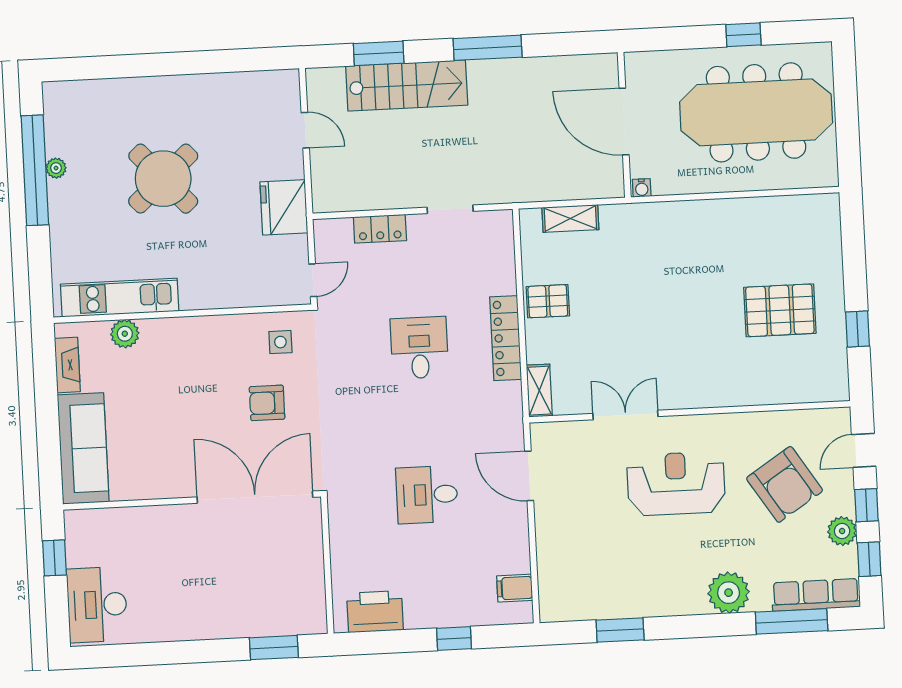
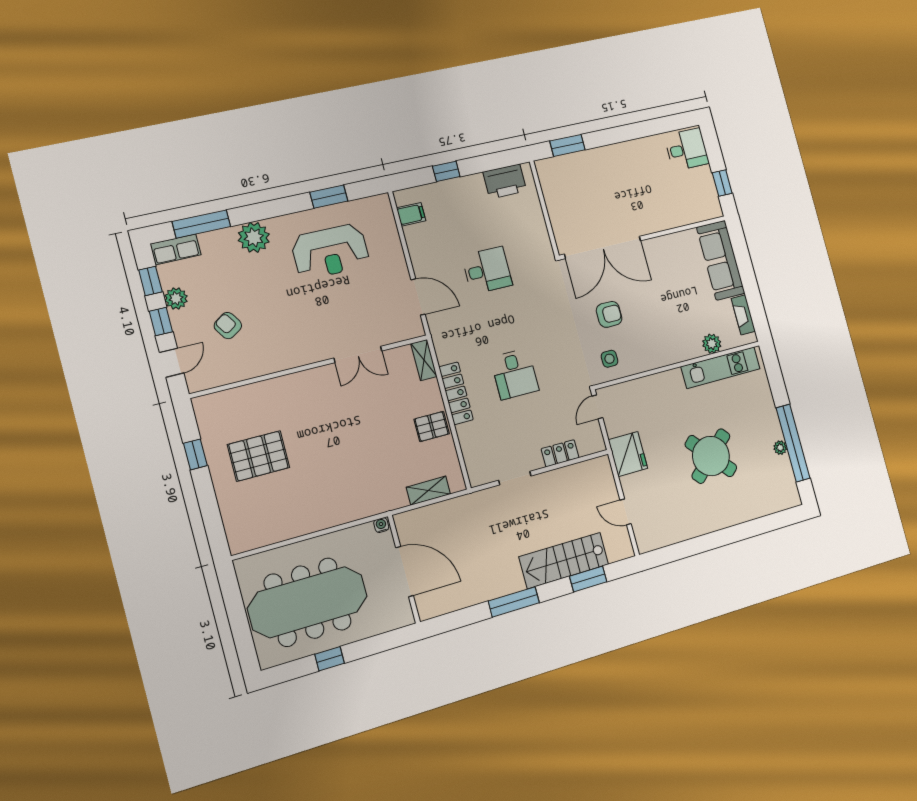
reception desk: (676, 484) -> (330, 251), moved
armchair: (785, 484) -> (228, 326), width x0.53, depth x0.53
row of seats: (816, 595) -> (176, 249), width x0.68
desk: (97, 605) -> (687, 149), width x0.73

